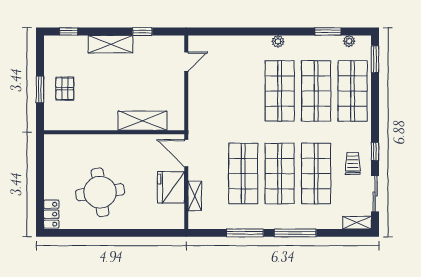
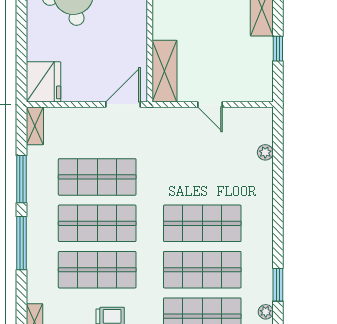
plant: (278, 41) -> (265, 152), moved
door: (186, 62) -> (210, 104), moved
shelving: (142, 121) -> (164, 71), moved
fridge: (171, 187) -> (44, 82), moved, turned 90
shelving: (195, 196) -> (35, 126), moved, turned 90

